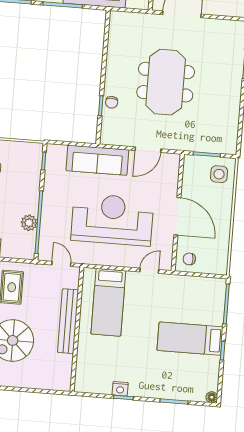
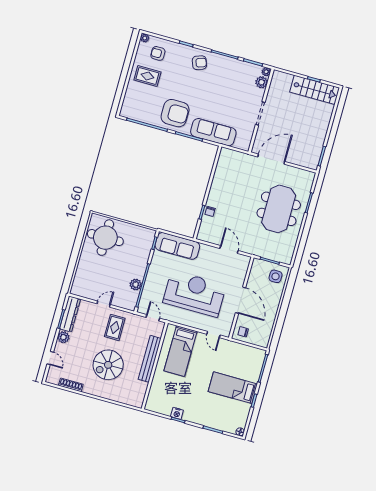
meeting table: (166, 82) -> (279, 209), moved
door: (148, 150) -> (229, 249), swing flipped
sofa: (97, 160) -> (177, 246), moved
door: (149, 271) -> (213, 335), swing flipped

